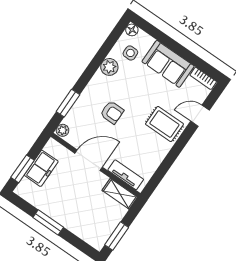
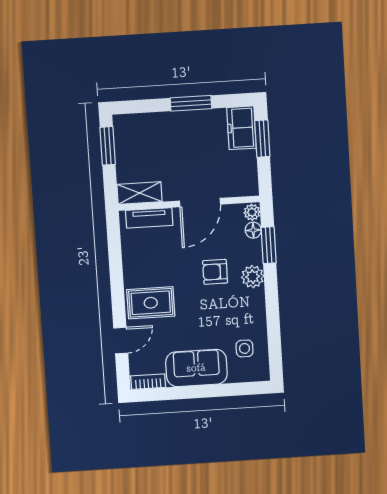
floor lamp: (132, 30) -> (253, 230), moved
plant: (109, 67) -> (253, 277), moved
freezer: (41, 168) -> (242, 128), moved

